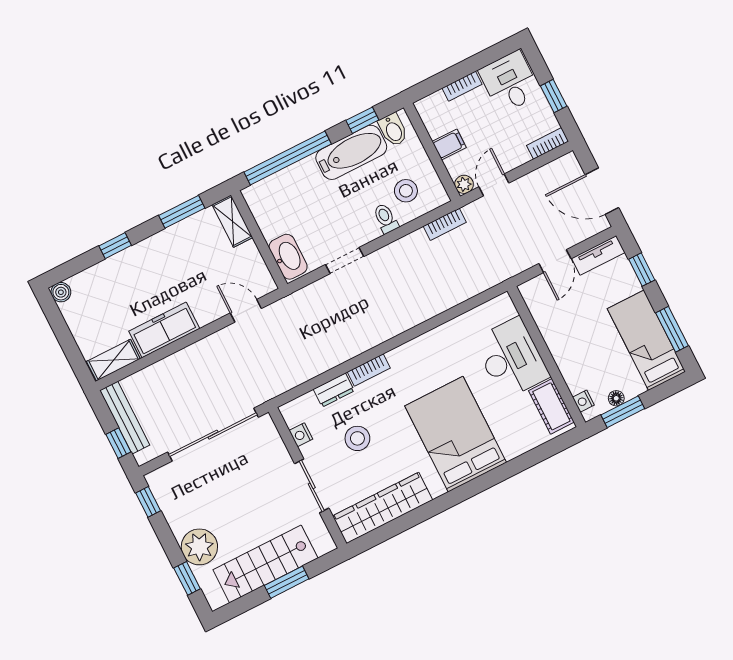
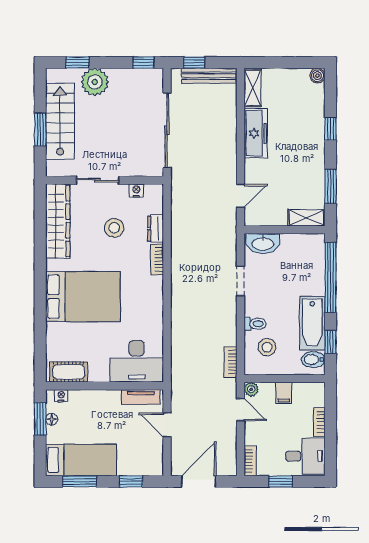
tv unit: (598, 255) -> (141, 397), moved, turned -90
desk: (511, 358) -> (137, 361), moved

